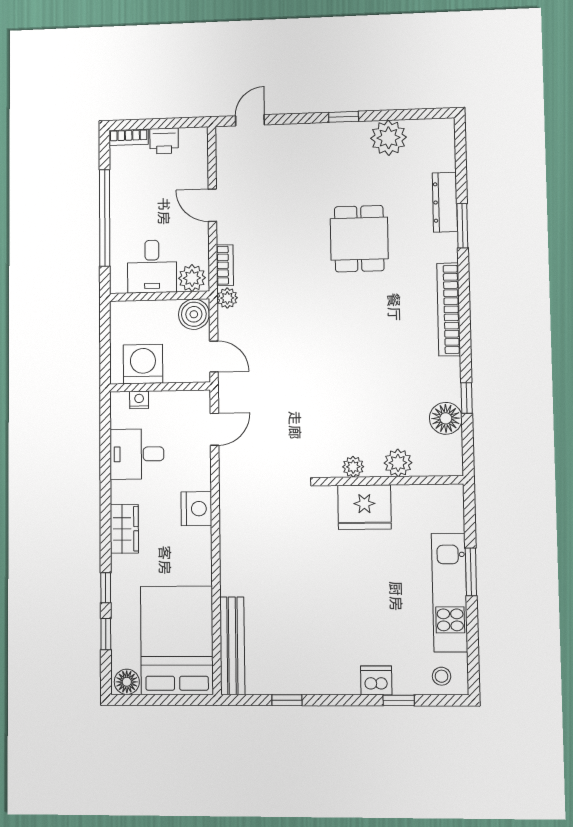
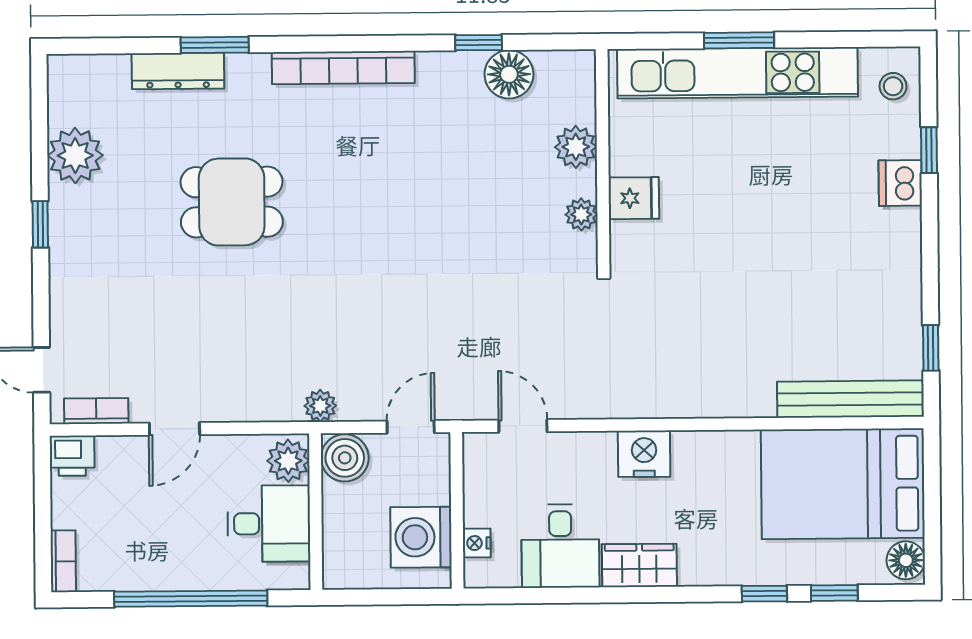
printer: (164, 141) -> (72, 456), moved, turned 90
bookcase: (225, 265) -> (96, 411), moved
fridge: (364, 507) -> (634, 198), width x0.53, depth x0.75
wardrobe: (124, 529) -> (639, 565), moved
kitchen unit: (450, 592) -> (737, 73), width x1.36
window: (287, 700) -> (931, 348), moved

